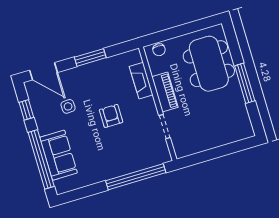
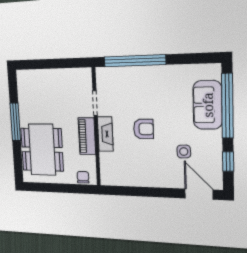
window: (90, 57) -> (149, 192), removed
fireplace: (141, 81) -> (105, 134), moved
armchair: (111, 116) -> (143, 129), turned -90

